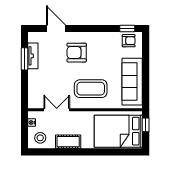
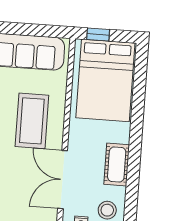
double door: (57, 110) -> (63, 180), width x1.37

